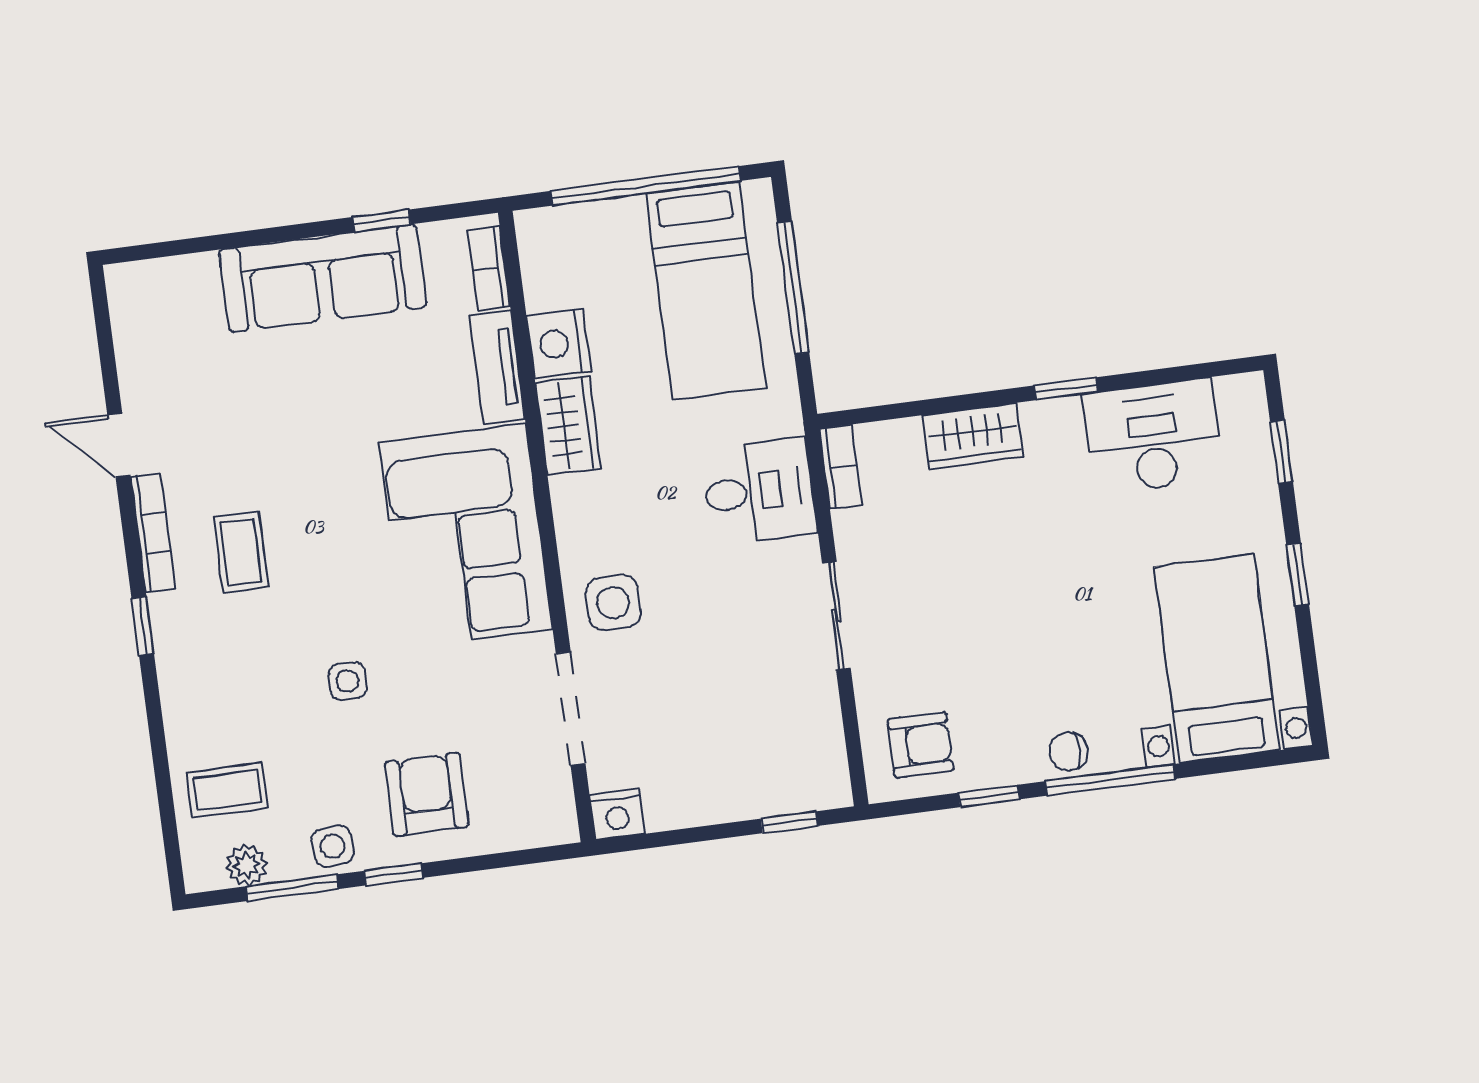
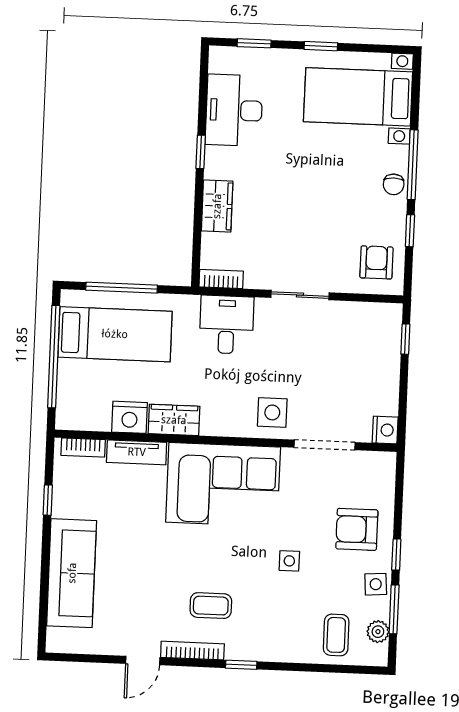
sofa: (323, 278) -> (72, 573), moved

